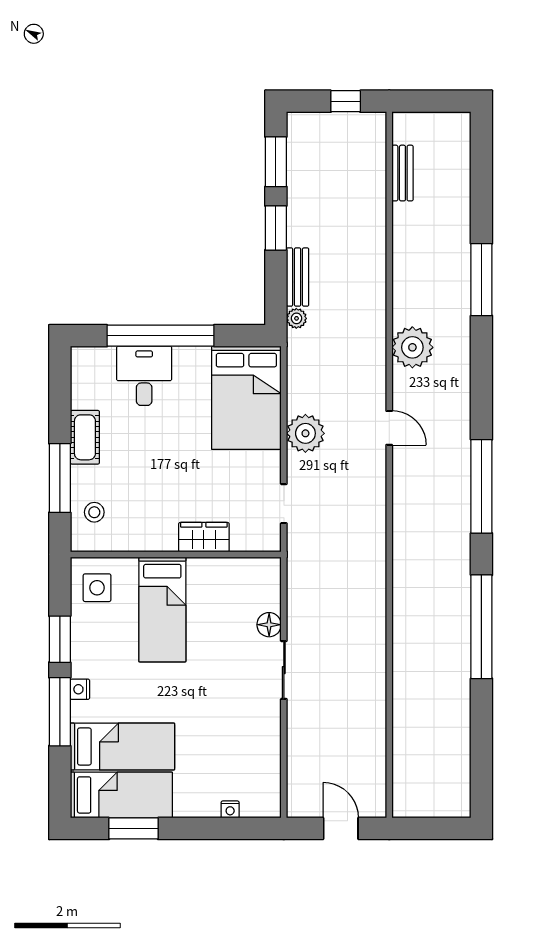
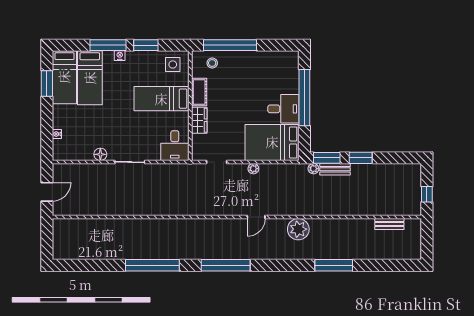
window: (276, 162) -> (327, 158), moved
desk: (144, 376) -> (283, 109), moved
plant: (305, 433) -> (253, 169), width x0.53, depth x0.53
cot: (85, 437) -> (199, 92), moved, turned 90
window: (60, 478) -> (230, 45), width x1.46
desk: (252, 584) -> (175, 146), added
floor lamp: (269, 625) -> (100, 154), moved

